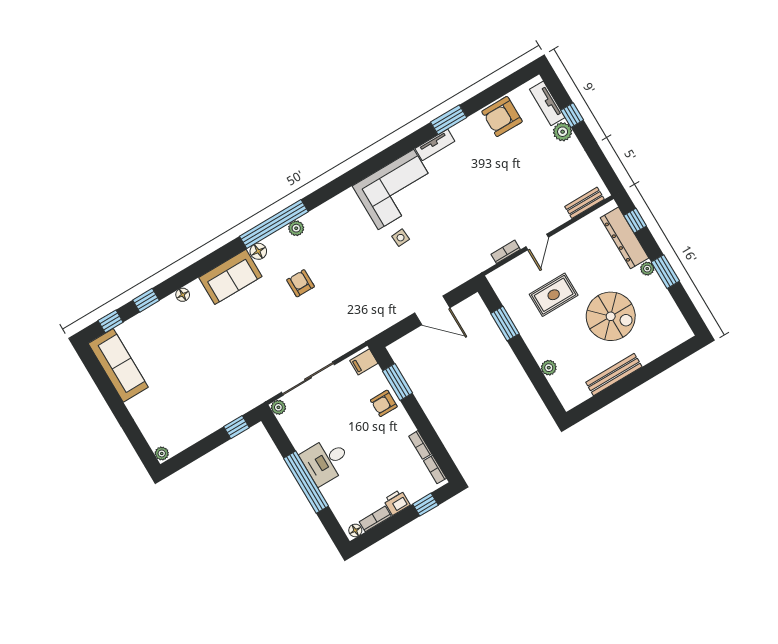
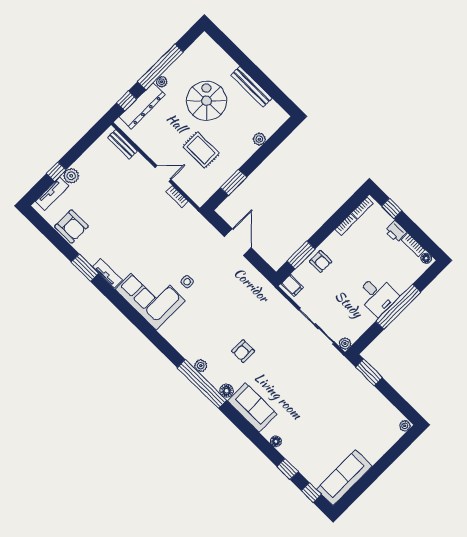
window: (665, 272) -> (160, 67), width x2.11
window: (237, 427) -> (369, 372), width x1.50

